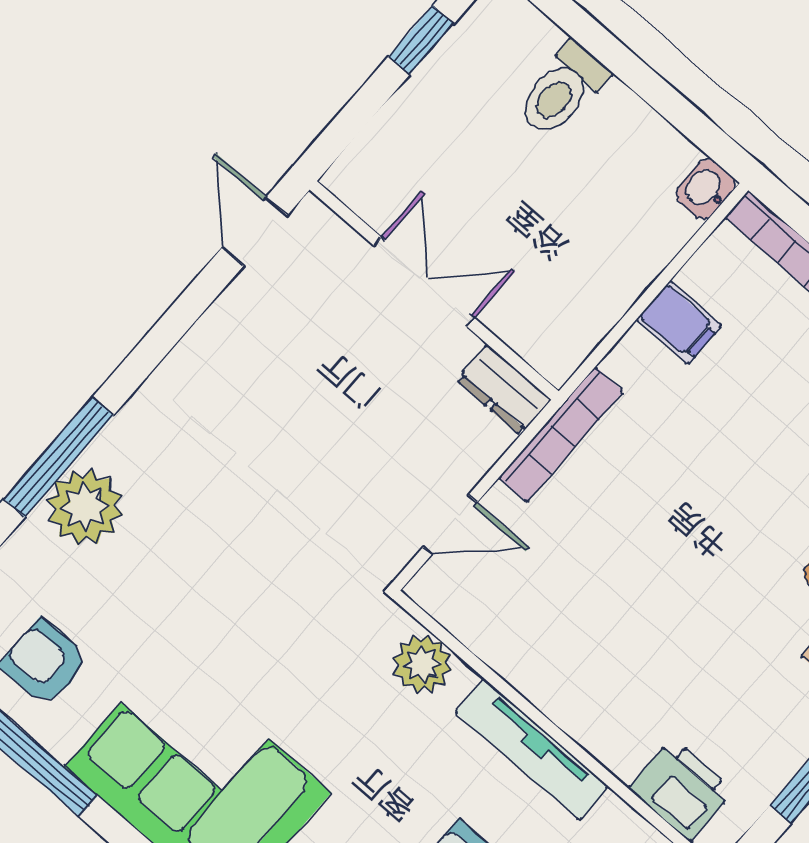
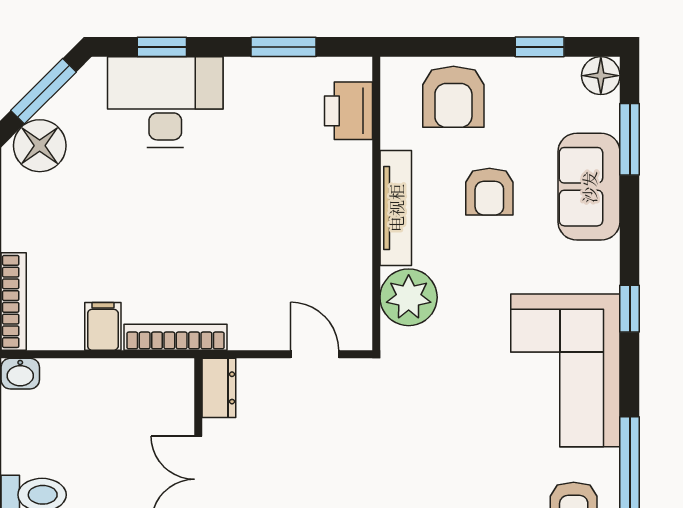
bookcase: (561, 434) -> (176, 337), moved
plant: (423, 664) -> (409, 297), width x1.36, depth x1.36

